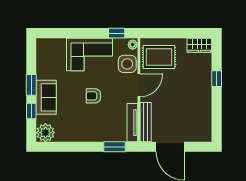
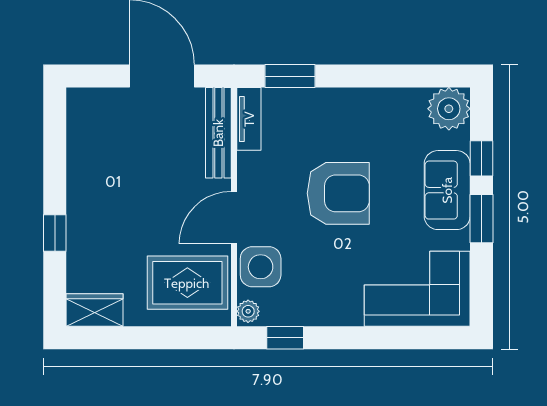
corner sofa: (89, 54) -> (417, 289), moved
armchair: (94, 96) -> (338, 193), width x1.88, depth x1.88
tv unit: (132, 123) -> (249, 119), width x0.71

